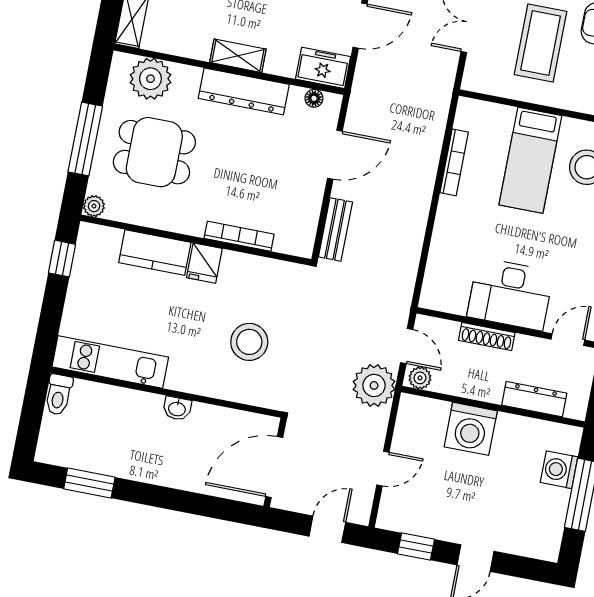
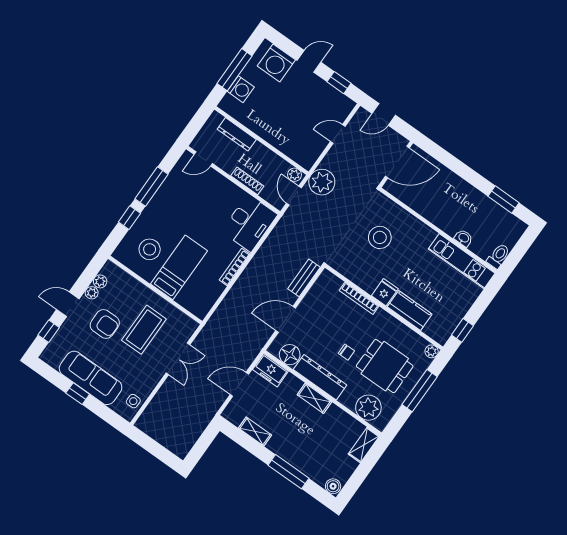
floor lamp: (314, 98) -> (290, 355), width x1.89, depth x1.89
chair: (221, 147) -> (346, 352), added
bookcase: (454, 162) -> (235, 267), moved
desk: (510, 294) -> (249, 223), moved, turned 90
washbasin: (177, 408) -> (464, 238), moved
washing machine: (471, 429) -> (276, 63), moved, turned 180

